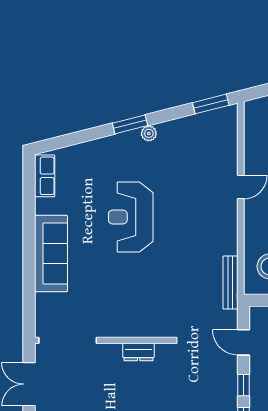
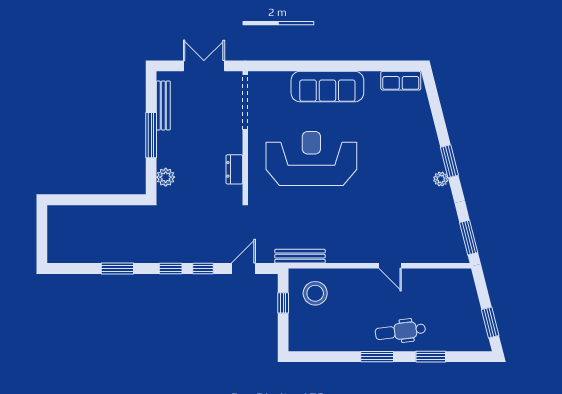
reception desk: (131, 217) -> (311, 159), moved, width x1.36, depth x1.30

